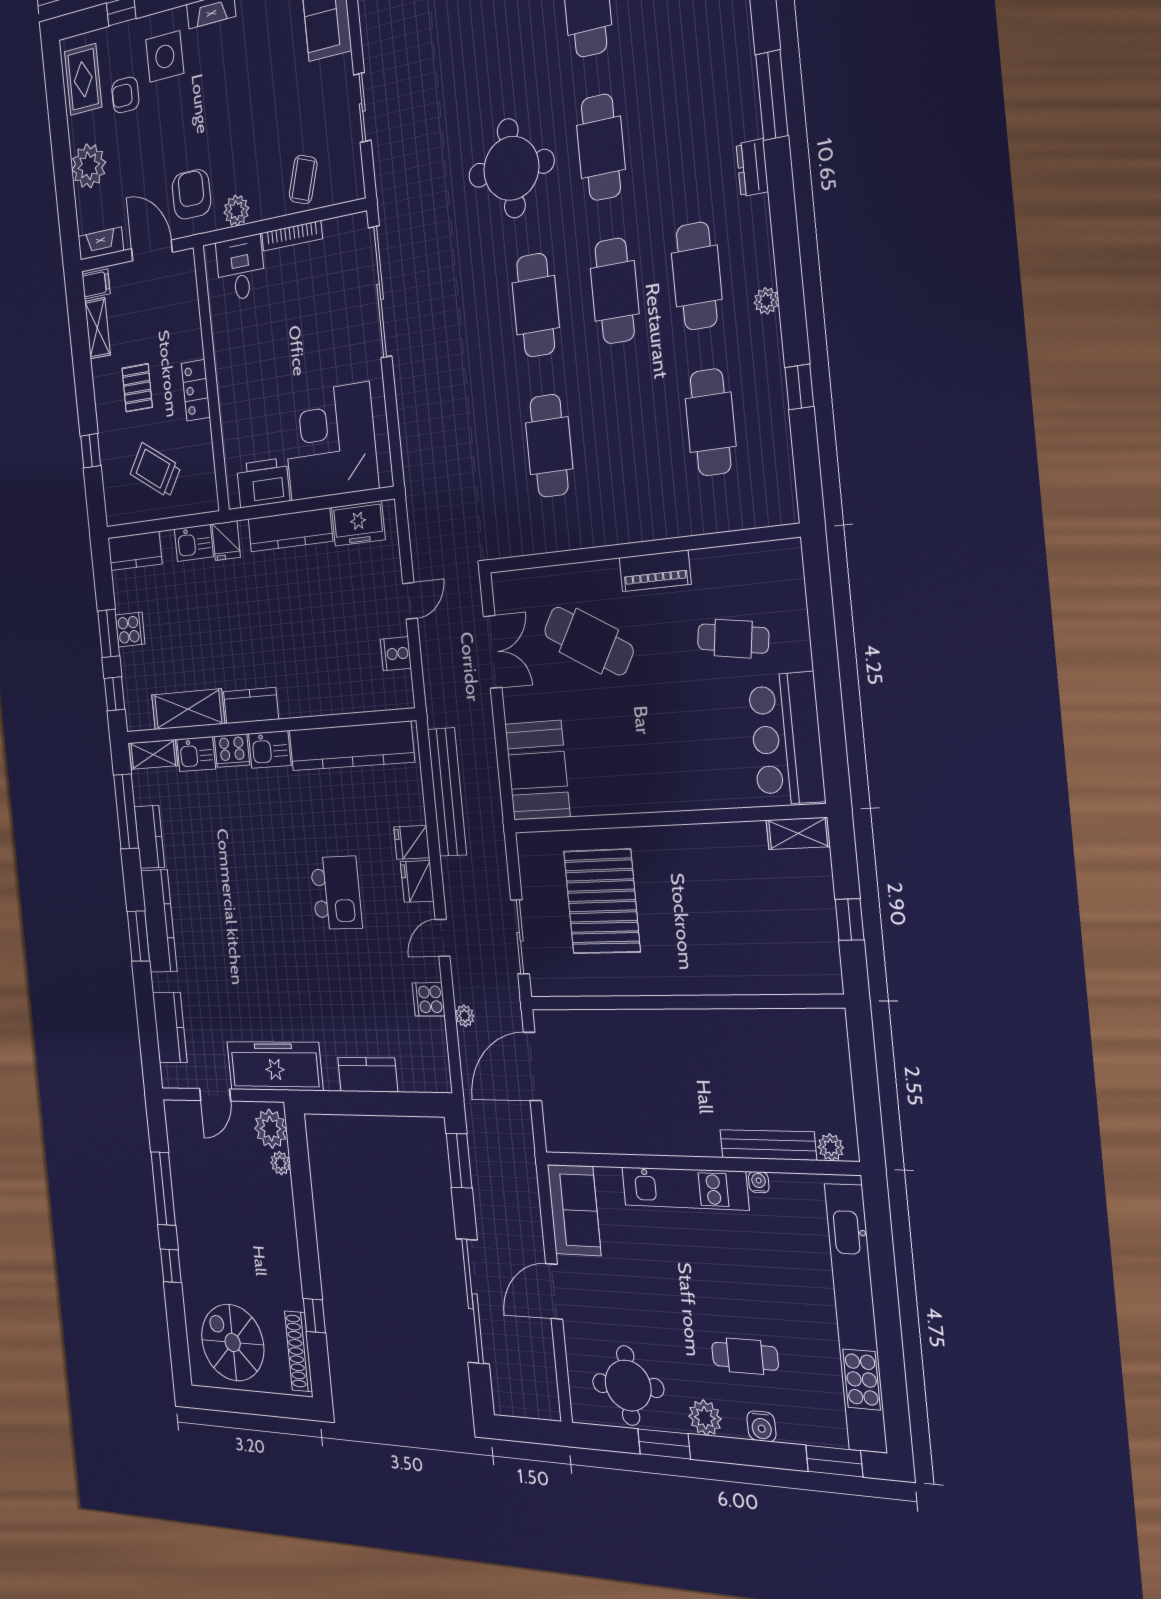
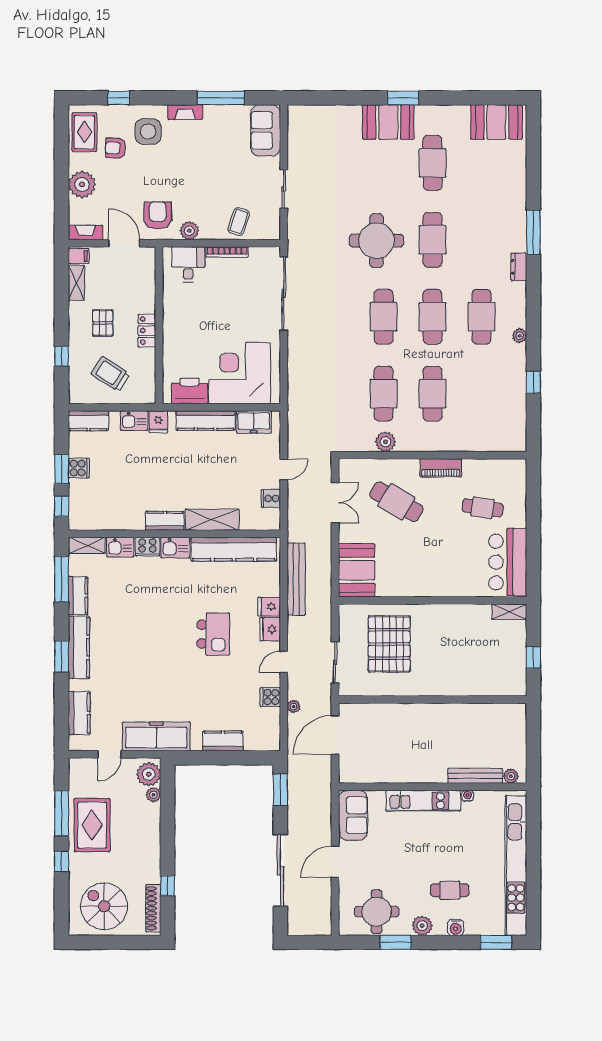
cafe table: (711, 422) -> (433, 394), moved
plant: (561, 533) -> (385, 442), added
shelving: (188, 709) -> (212, 520), moved
rug: (204, 1209) -> (92, 825), added

